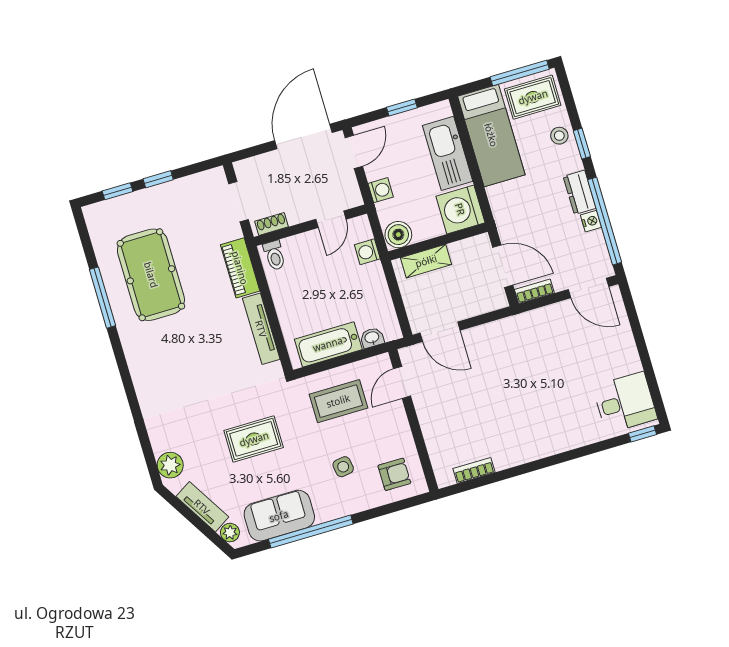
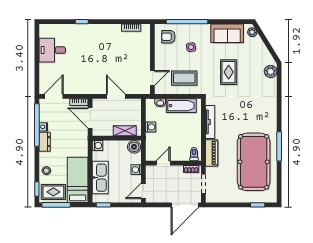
window: (402, 108) -> (103, 205), moved
door: (303, 137) -> (185, 205), moved
window: (582, 144) -> (37, 189), moved
window: (158, 179) -> (237, 205), removed
washing machine: (460, 209) -> (97, 145), width x0.53, depth x0.53
washing machine: (367, 252) -> (151, 127), moved
pool table: (151, 275) -> (254, 162), width x1.36, depth x1.32
door: (588, 288) -> (54, 96), hinge flipped
window: (102, 298) -> (279, 146), moved
door: (440, 332) -> (116, 96), moved
desk: (625, 403) -> (52, 50), moved
window: (643, 434) -> (82, 22), moved
rug: (254, 439) -> (229, 72), turned 90
tv unit: (202, 507) -> (261, 48), removed
window: (311, 532) -> (187, 22), moved

